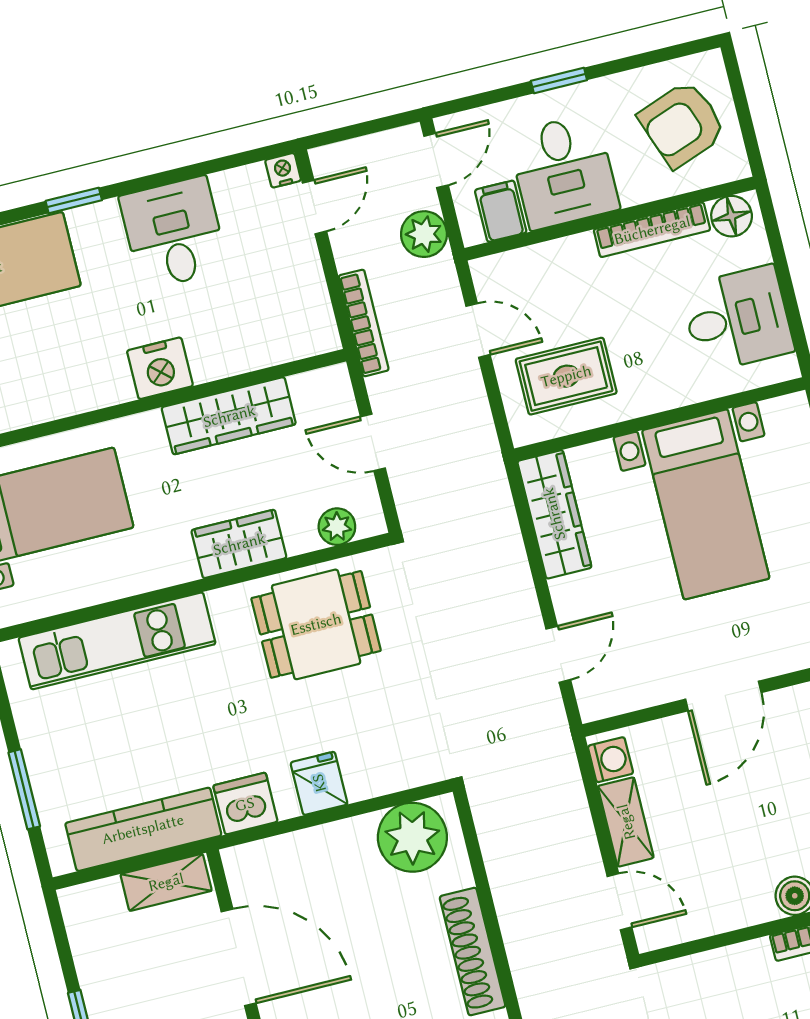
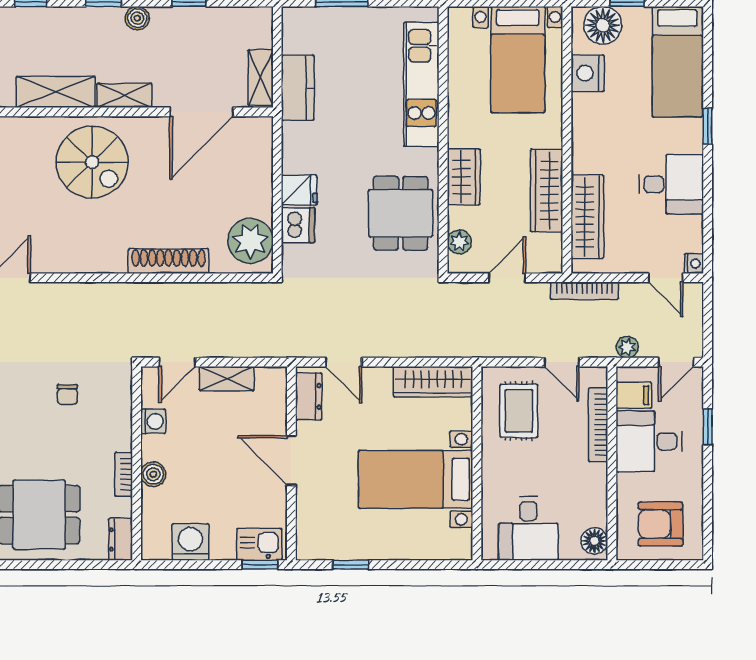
window: (559, 80) -> (708, 427), moved
armchair: (682, 124) -> (661, 524), turned -70
door: (436, 161) -> (676, 362), hinge flipped
bookcase: (652, 230) -> (598, 425), moved
plant: (424, 234) -> (627, 347), width x0.73, depth x0.73
door: (478, 330) -> (562, 362), hinge flipped
wardrobe: (253, 346) -> (587, 217), added
nightstand: (160, 368) -> (588, 73), moved
dresser: (622, 694) -> (309, 396), added
washing machine: (610, 760) -> (153, 421), moved, turned -90
dishwasher: (245, 804) -> (298, 225), moved
kitchen counter: (143, 829) -> (298, 88), width x0.67

